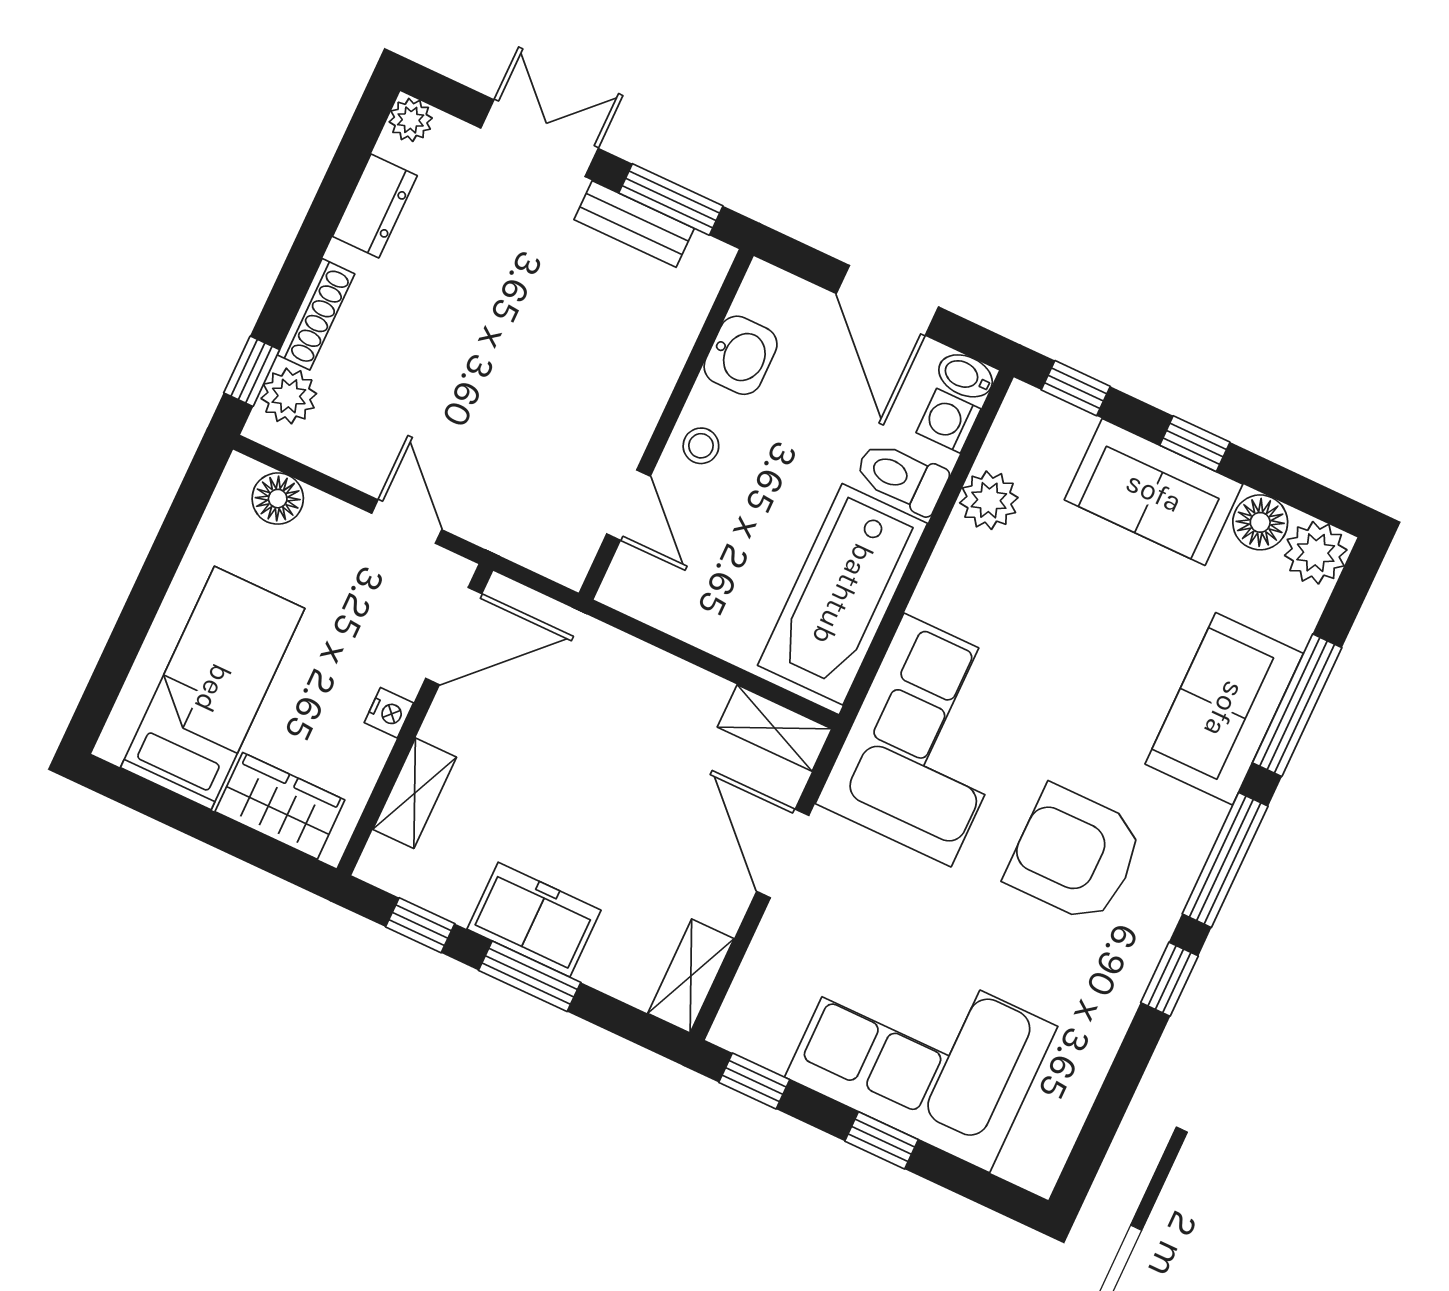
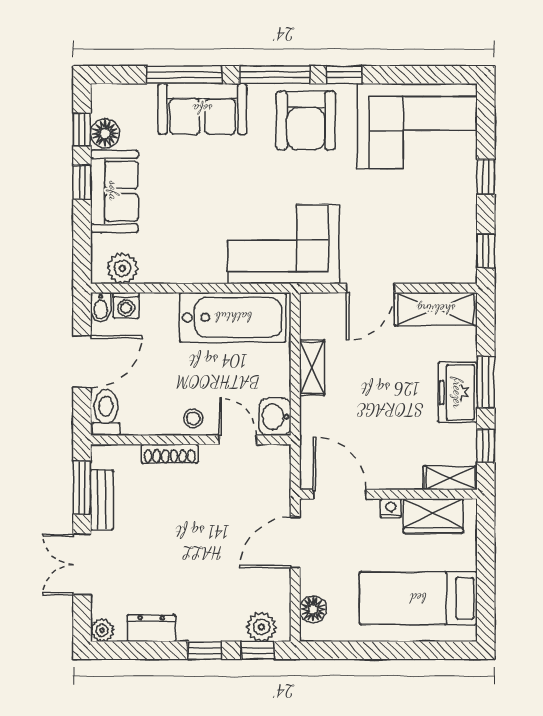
window: (294, 280) -> (205, 650), added
shoe rack: (316, 314) -> (170, 454), moved, turned 180
washbasin: (741, 355) -> (275, 417), moved, turned -90
window: (1076, 388) -> (82, 129), moved
toilet: (901, 477) -> (106, 413), moved, turned 180
plant: (989, 500) -> (122, 268), moved
door: (628, 505) -> (238, 440), hinge flipped
door: (407, 522) -> (295, 542), width x1.38
plant: (1316, 553) -> (107, 100), removed
shelving: (775, 728) -> (312, 367), moved
shelving: (415, 793) -> (450, 478), moved
wardrobe: (280, 806) -> (433, 516), moved, turned -90
armchair: (1075, 854) -> (306, 120), moved
shelving: (691, 976) -> (436, 309), width x1.50, depth x1.33
corner sofa: (921, 1052) -> (417, 126), moved, turned -90

